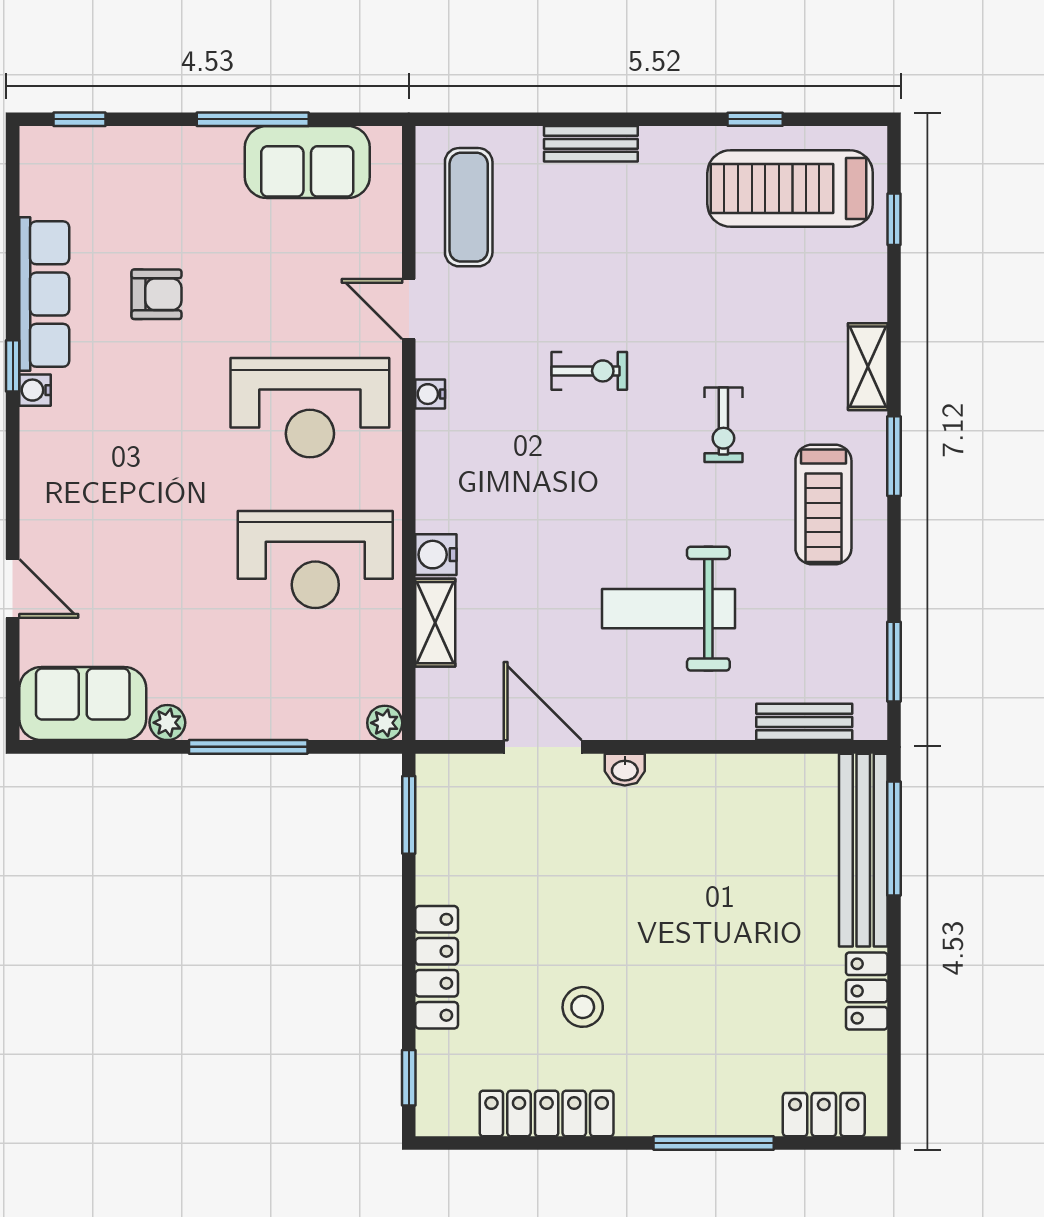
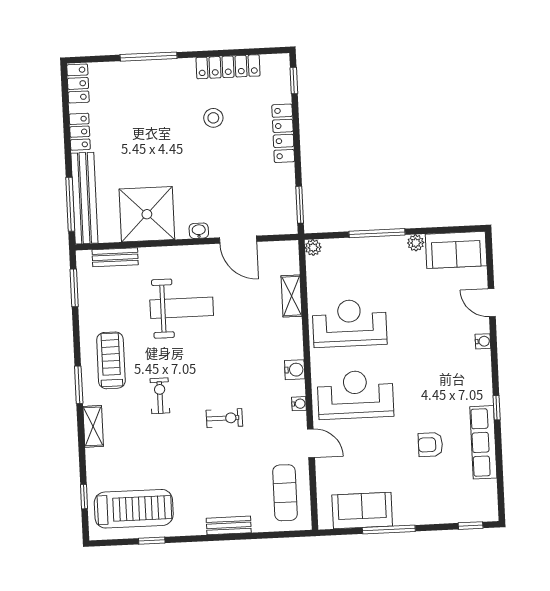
exercise bike: (589, 371) -> (224, 418), turned 180
water cooler: (35, 390) -> (483, 341), moved
water cooler: (436, 555) -> (295, 370), moved
shower: (733, 810) -> (147, 214), added
locker: (824, 1115) -> (78, 83), moved, turned -90

